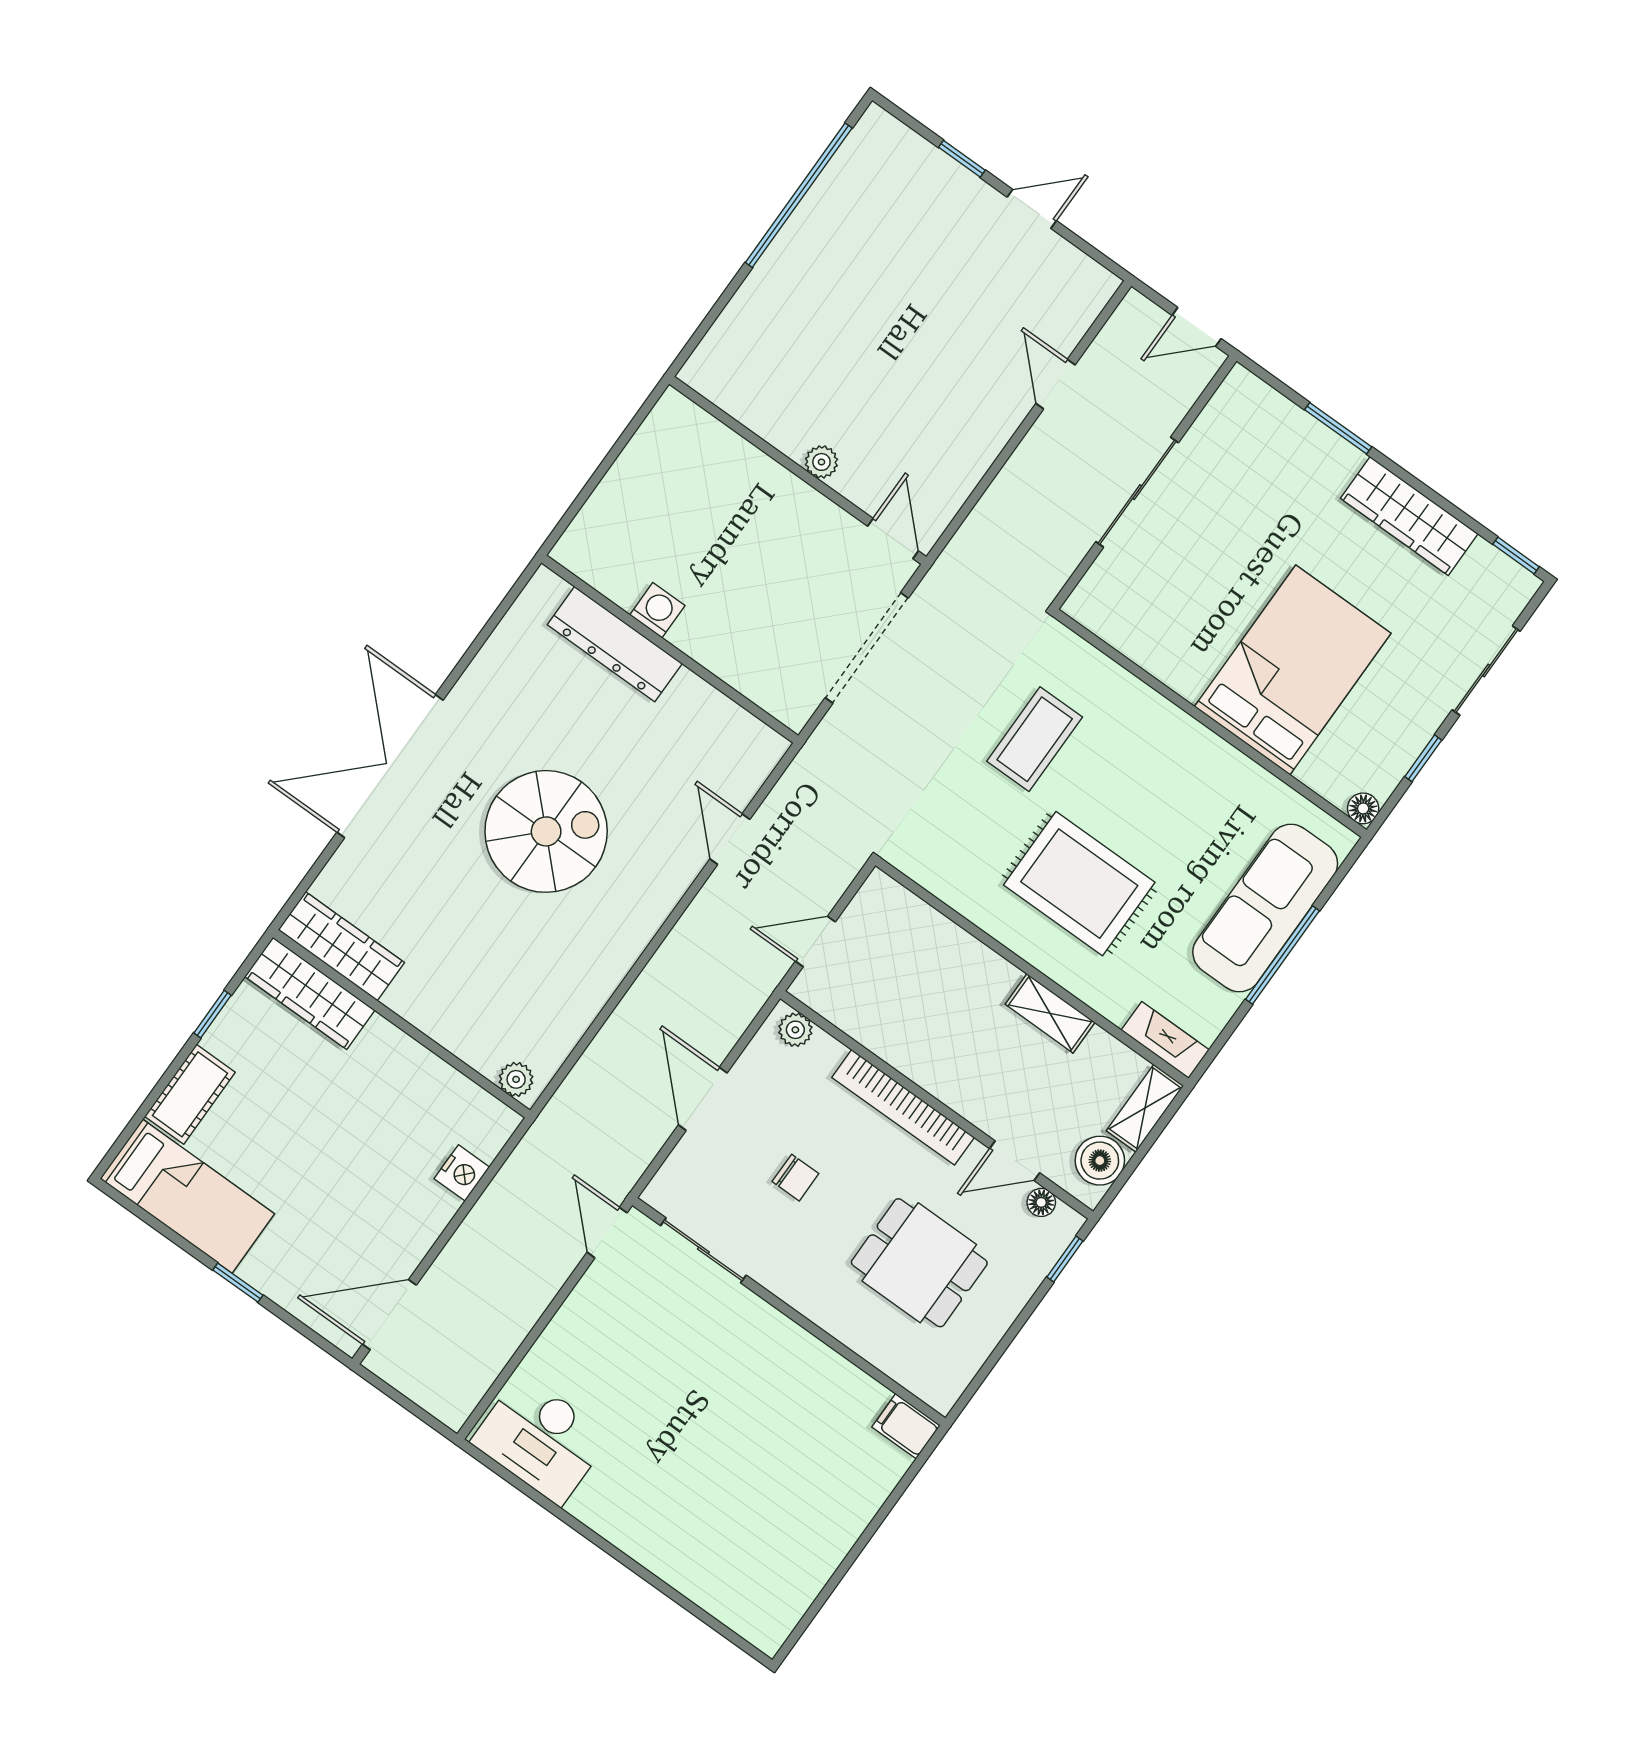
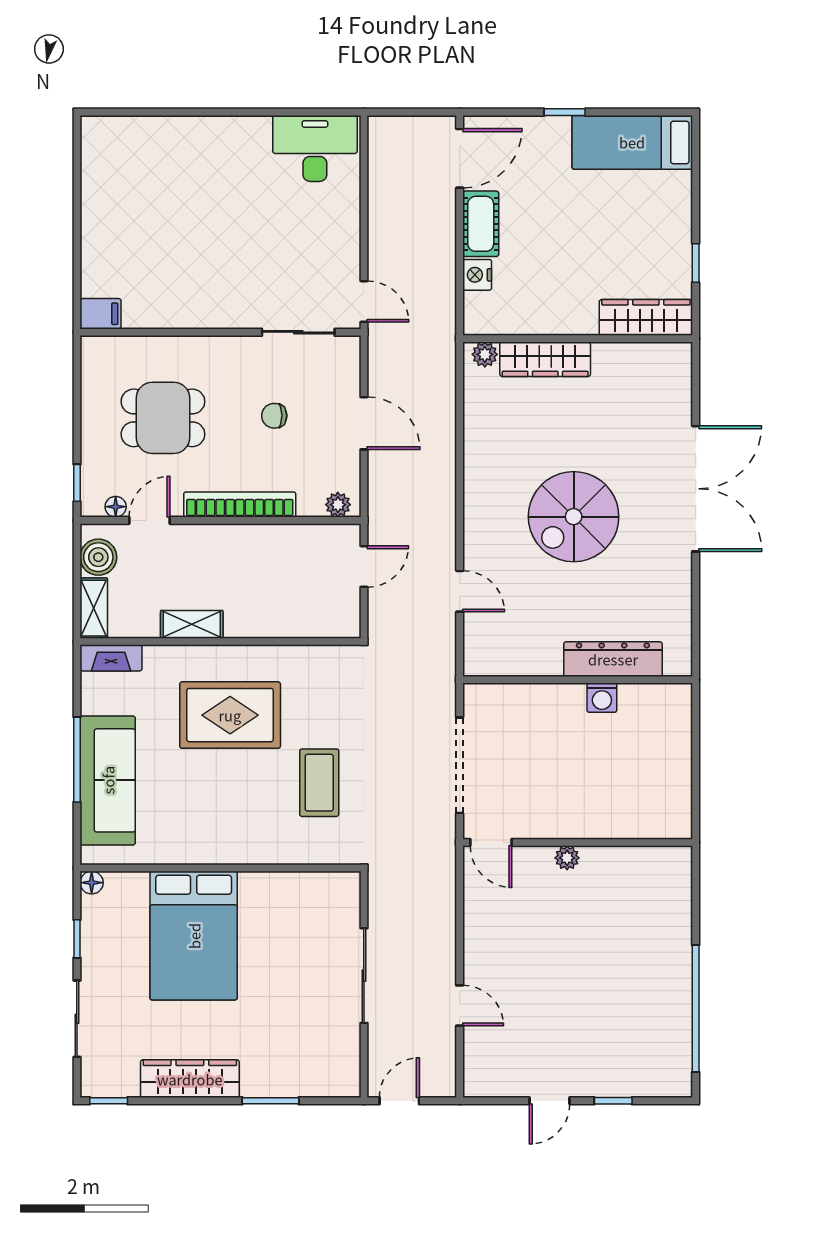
wardrobe: (341, 946) -> (545, 359), moved
cot: (190, 1094) -> (481, 224), moved

